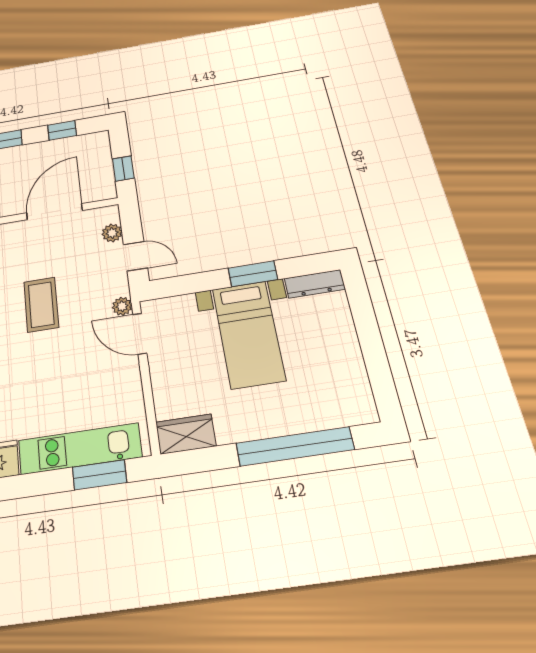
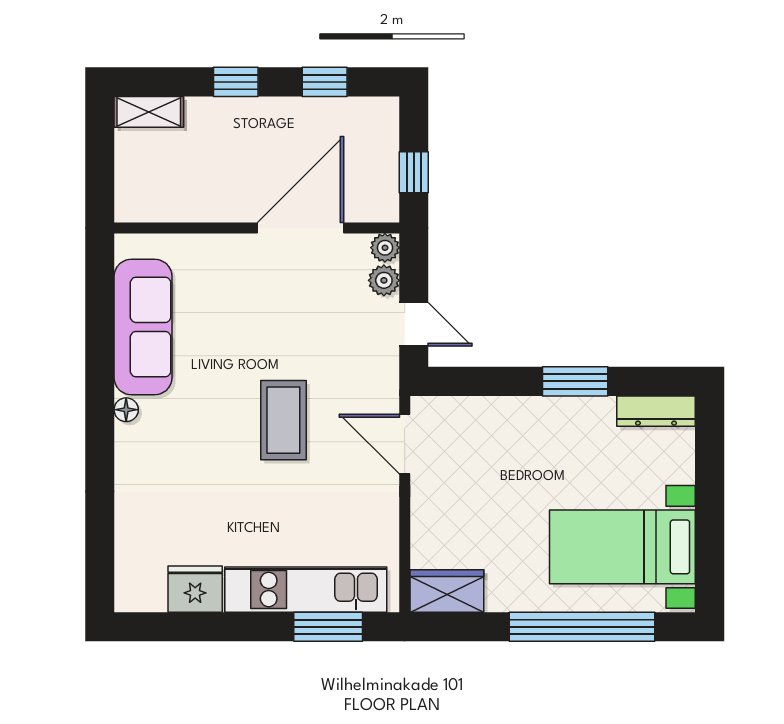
coffee table: (41, 305) -> (283, 420), moved
plant: (122, 306) -> (385, 248), moved
bed with nightstands: (248, 334) -> (622, 547), moved, turned 90

